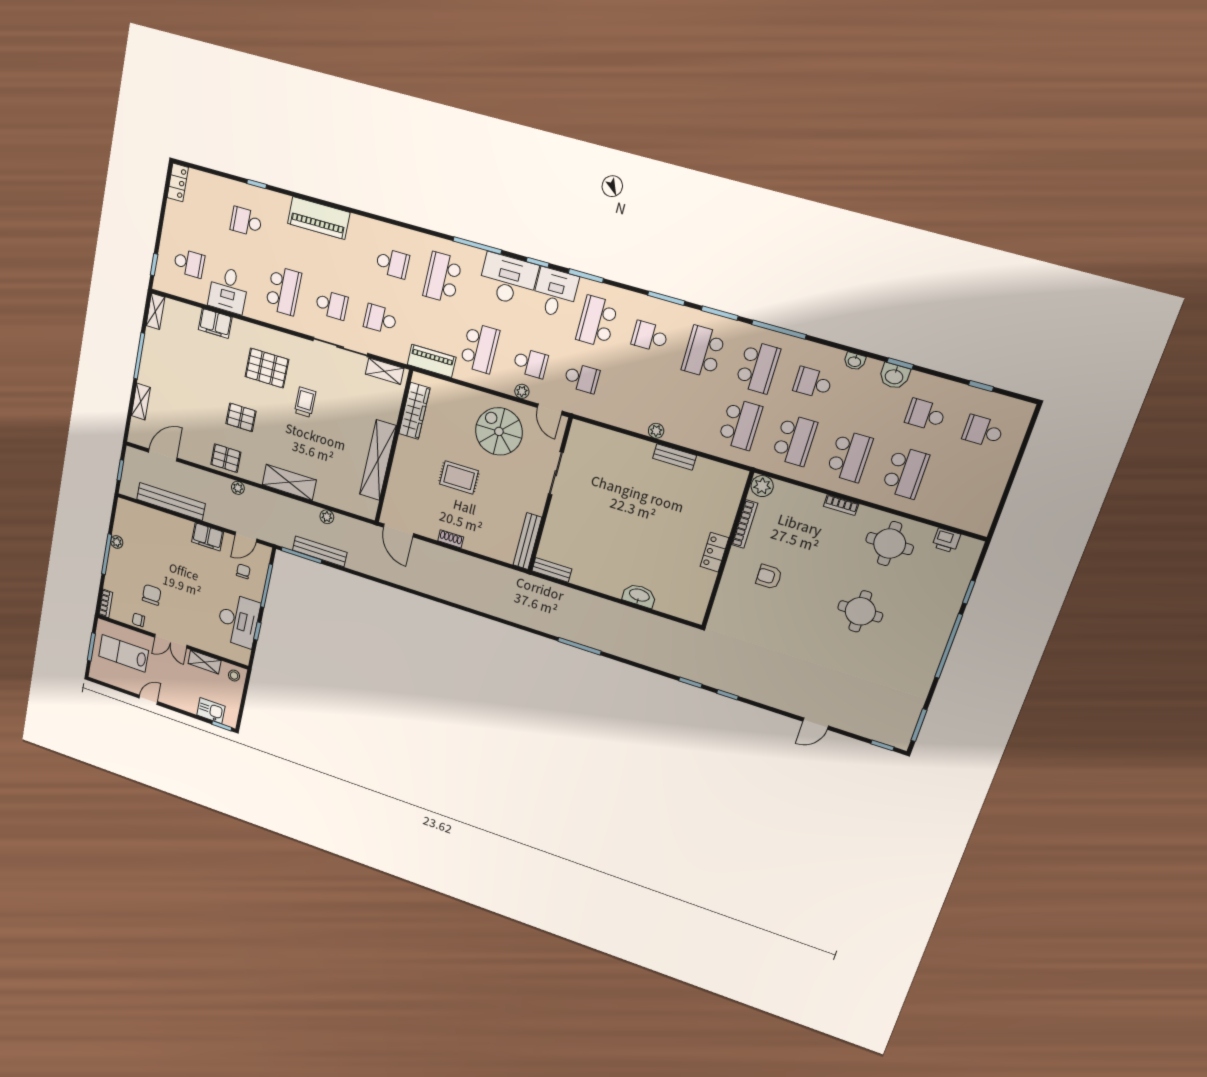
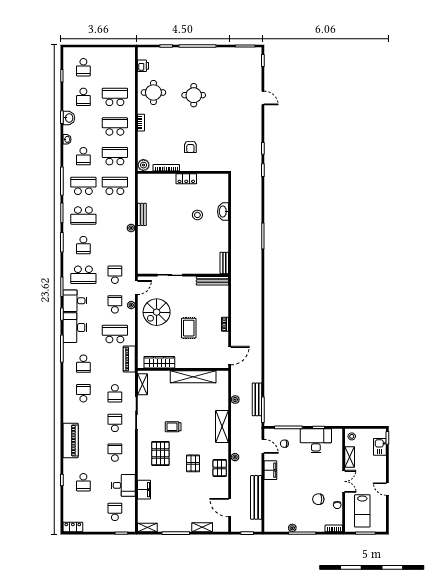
school desk: (443, 278) -> (83, 364), width x0.54
school desk: (283, 291) -> (115, 453), width x0.54
stool: (646, 551) -> (197, 215), added

